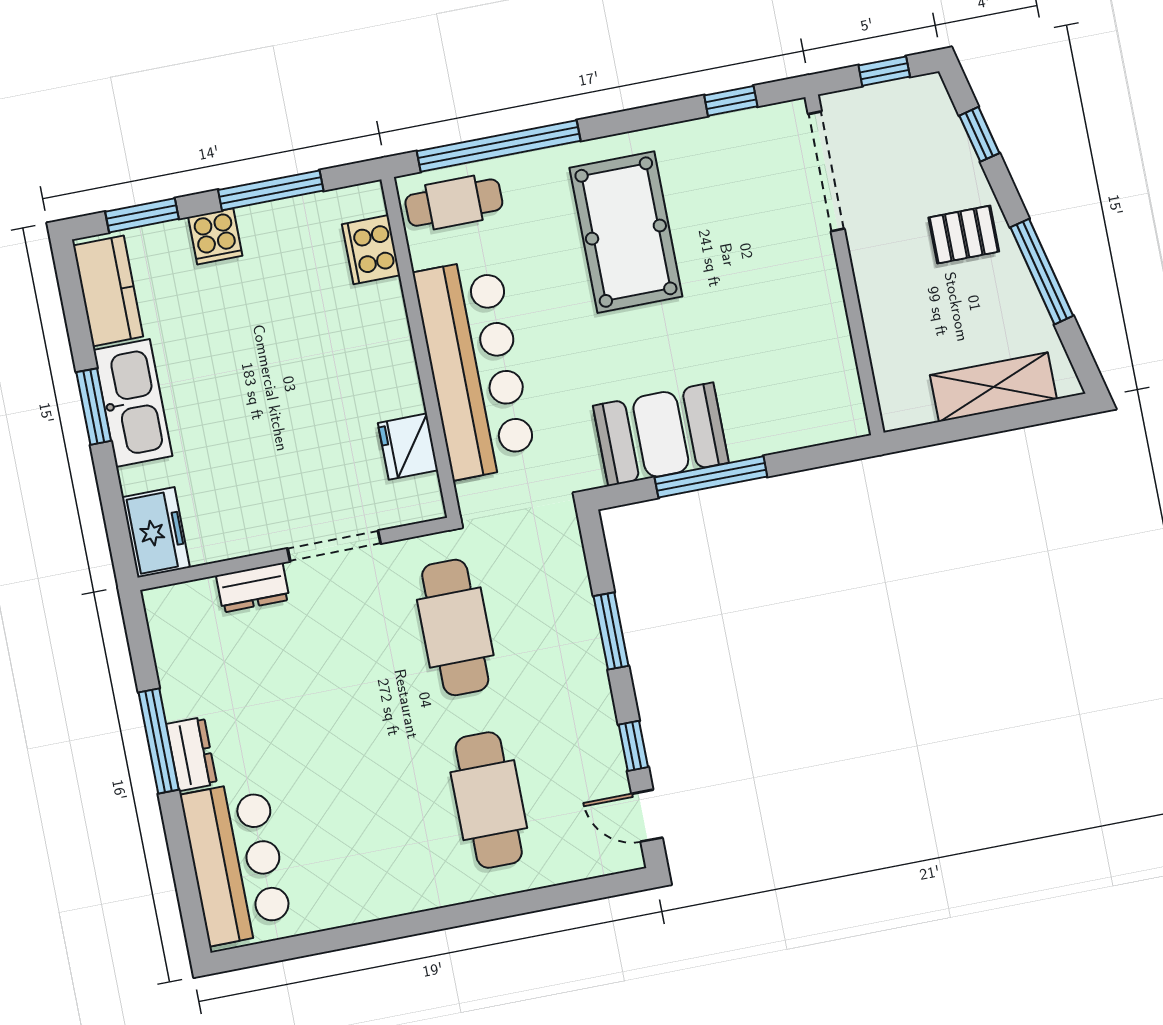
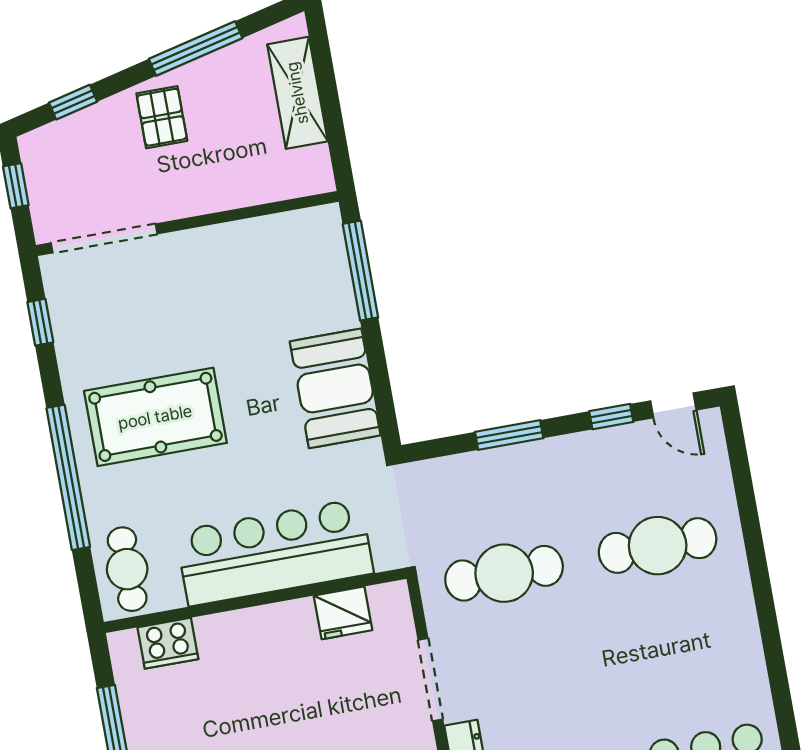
window: (499, 146) -> (68, 477), moved
window: (711, 477) -> (360, 271), moved
door: (647, 816) -> (673, 405), hinge flipped

